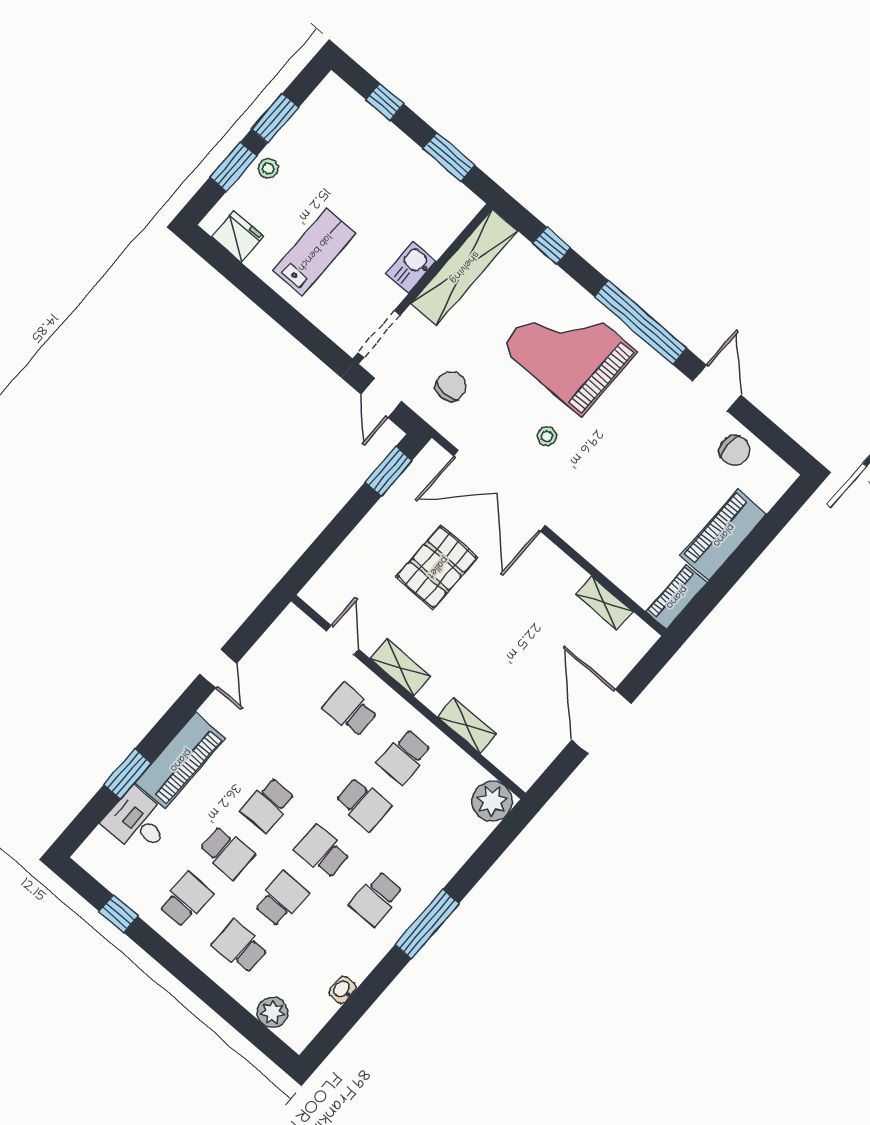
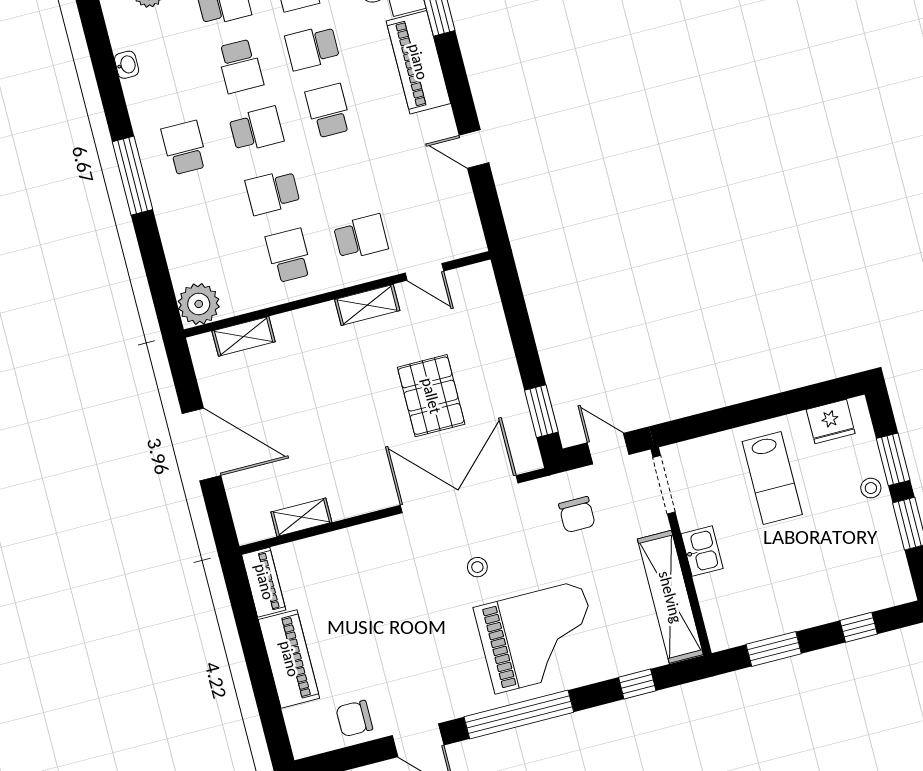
shelving: (467, 726) -> (244, 336), moved

